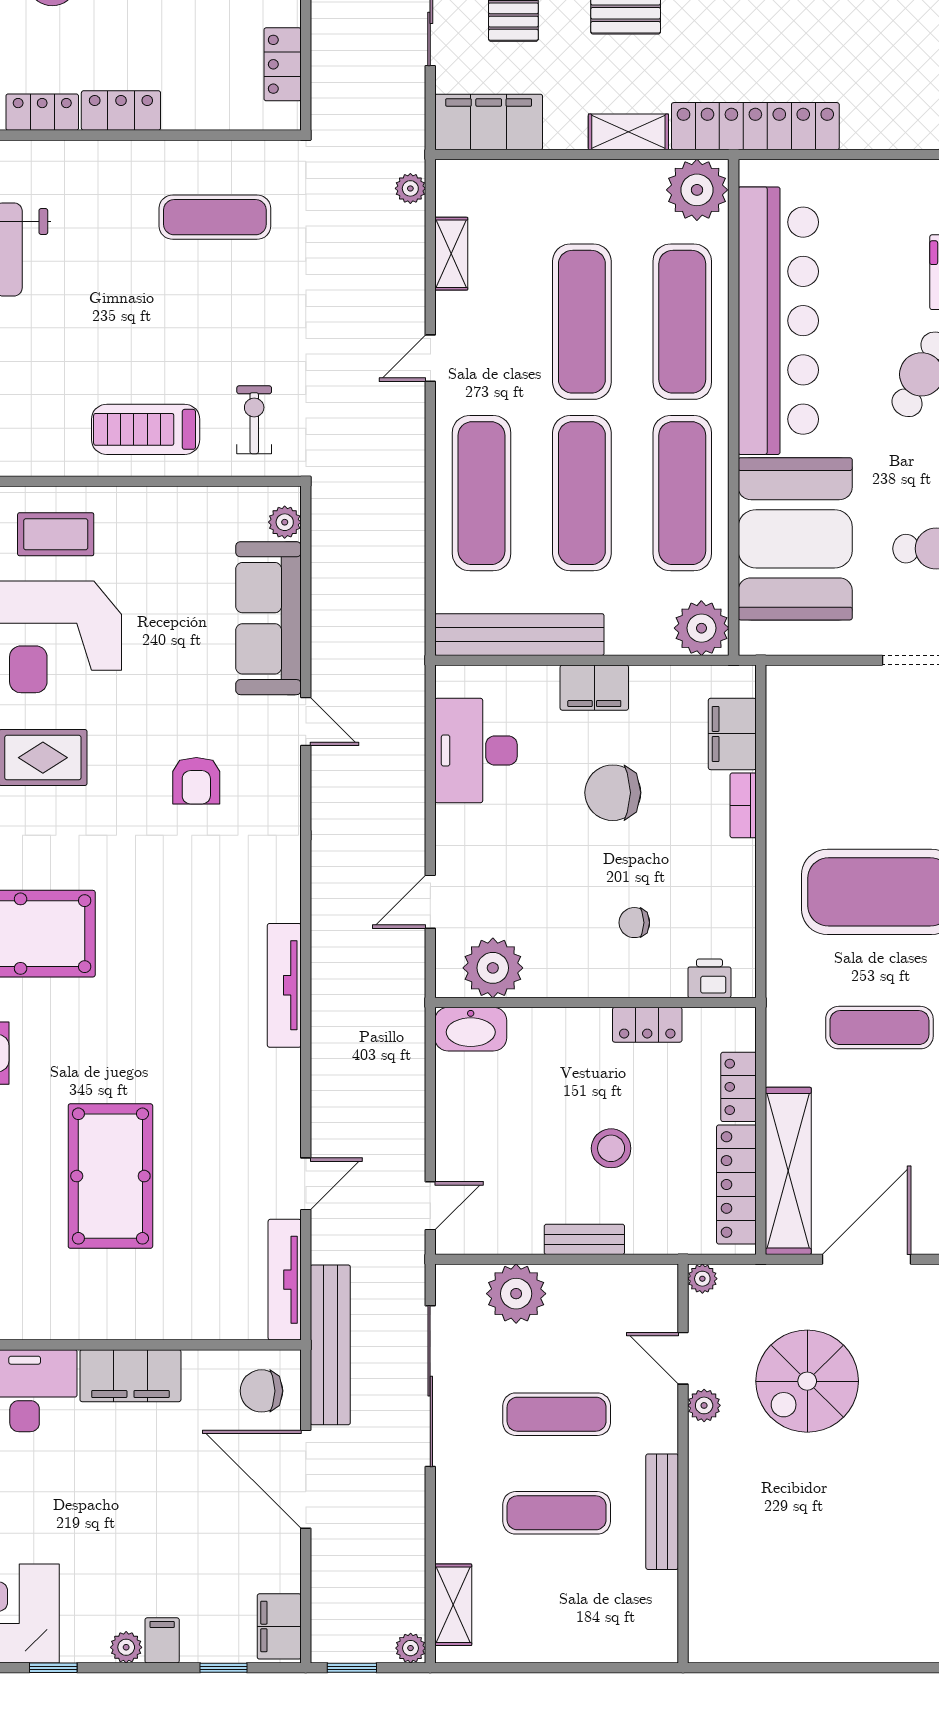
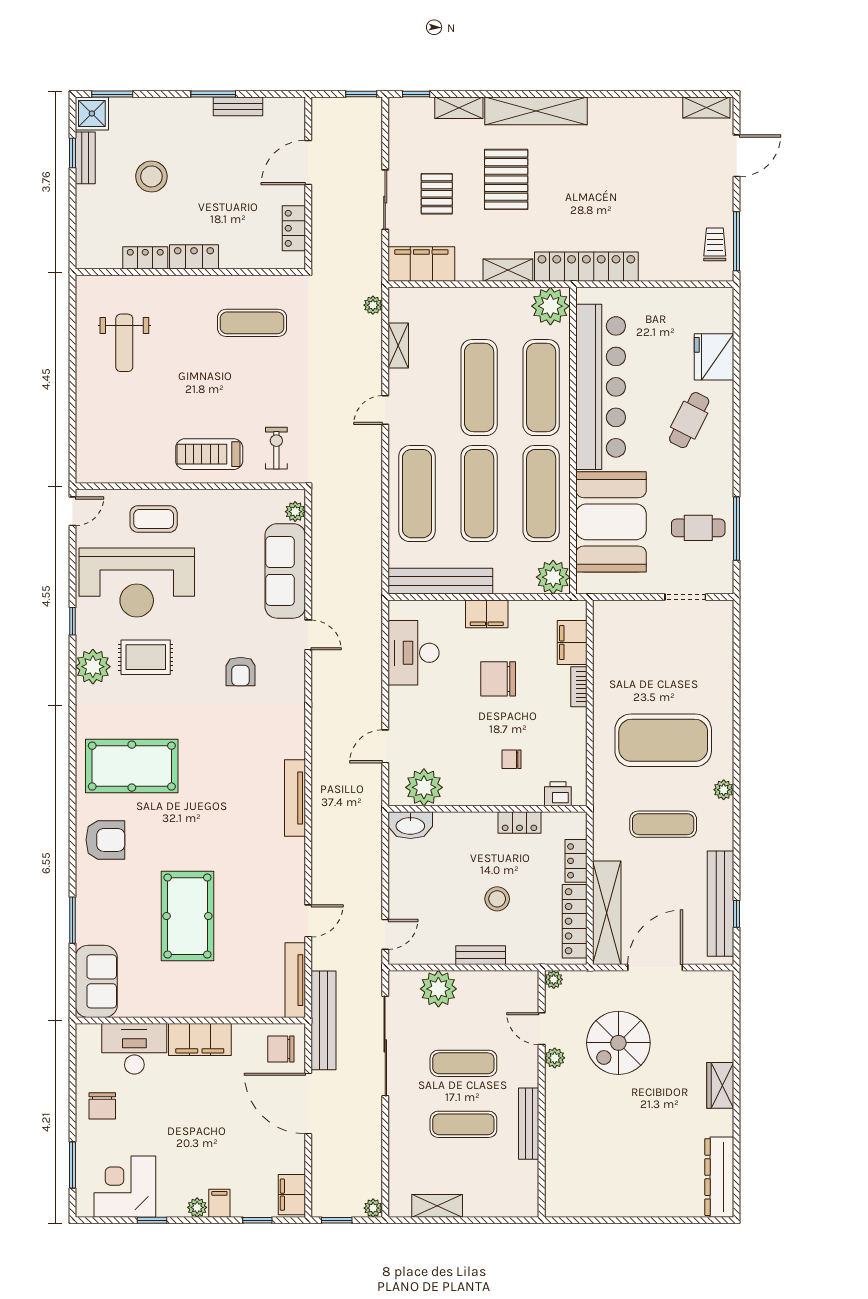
shelving: (453, 1605) -> (437, 1206), moved, turned 90

